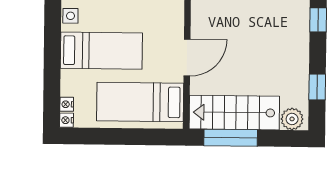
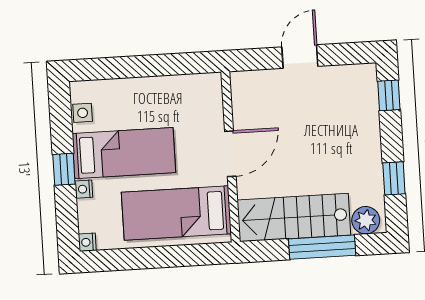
window: (52, 60) -> (64, 169), added
nightstand: (67, 104) -> (84, 189), moved
window: (231, 138) -> (322, 247), moved

